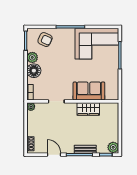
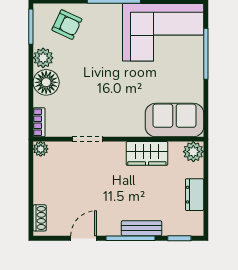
sofa: (89, 91) -> (174, 120), moved
dresser: (114, 131) -> (195, 195), added
plant: (113, 147) -> (193, 152), moved
door: (54, 155) -> (84, 238), hinge flipped

